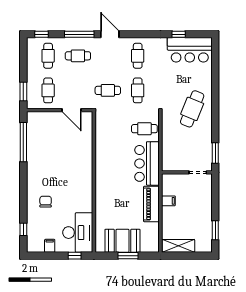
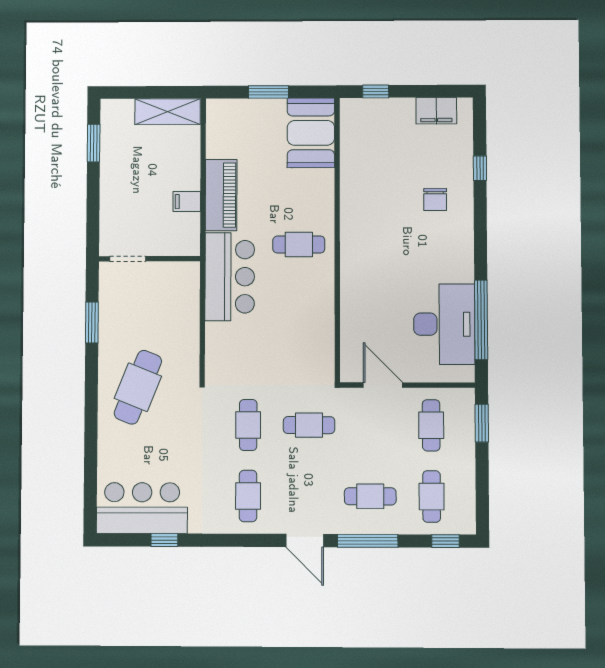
cafe table: (144, 129) -> (299, 245), moved
window: (215, 153) -> (92, 322), moved
window: (23, 229) -> (480, 168), moved
desk: (78, 233) -> (444, 324), moved, turned 180
booth: (122, 241) -> (311, 133), moved, turned 90
filing cabinet: (50, 246) -> (436, 111), width x2.00

